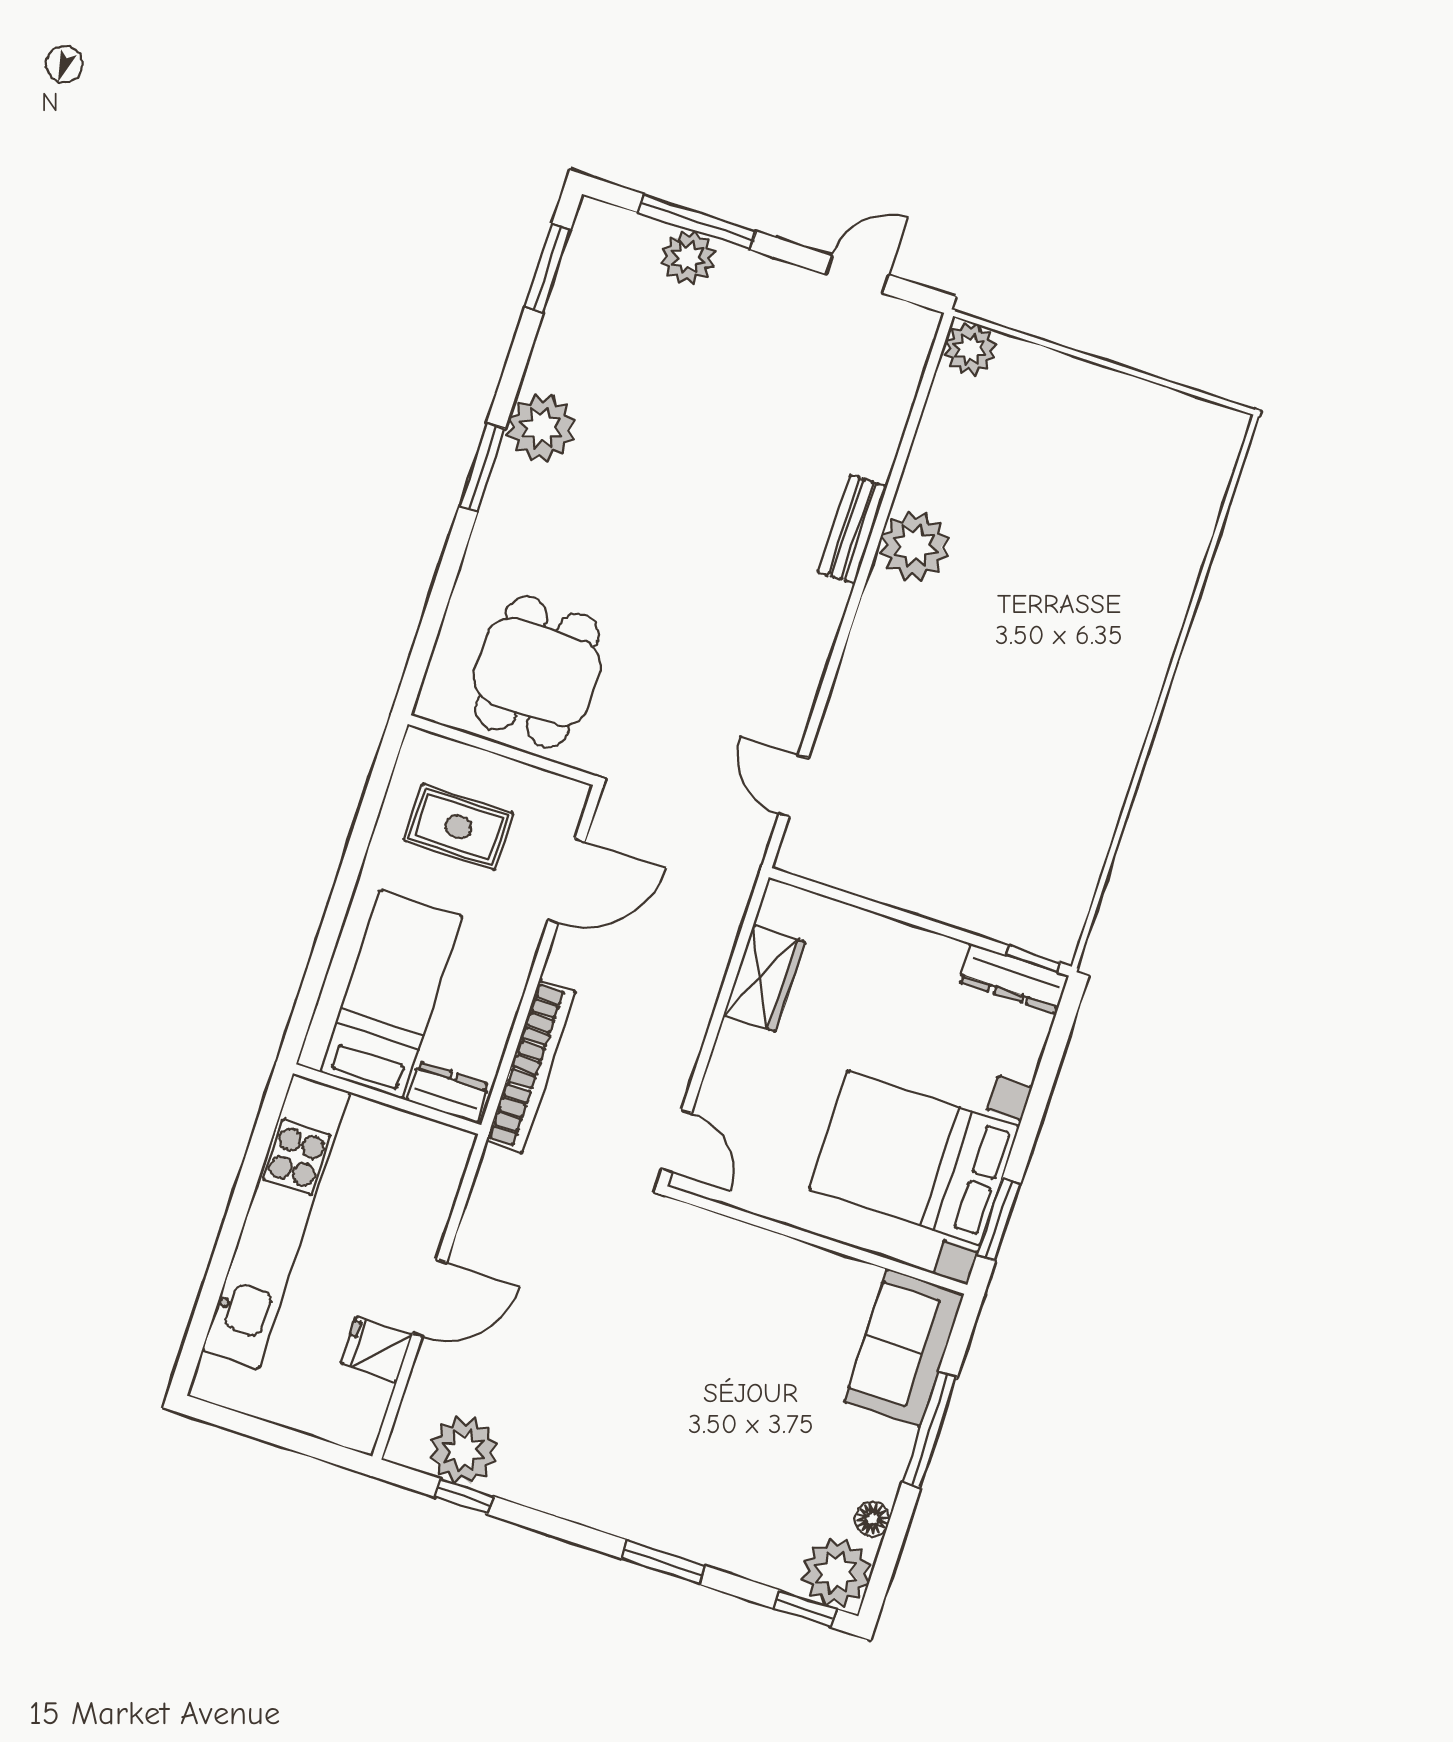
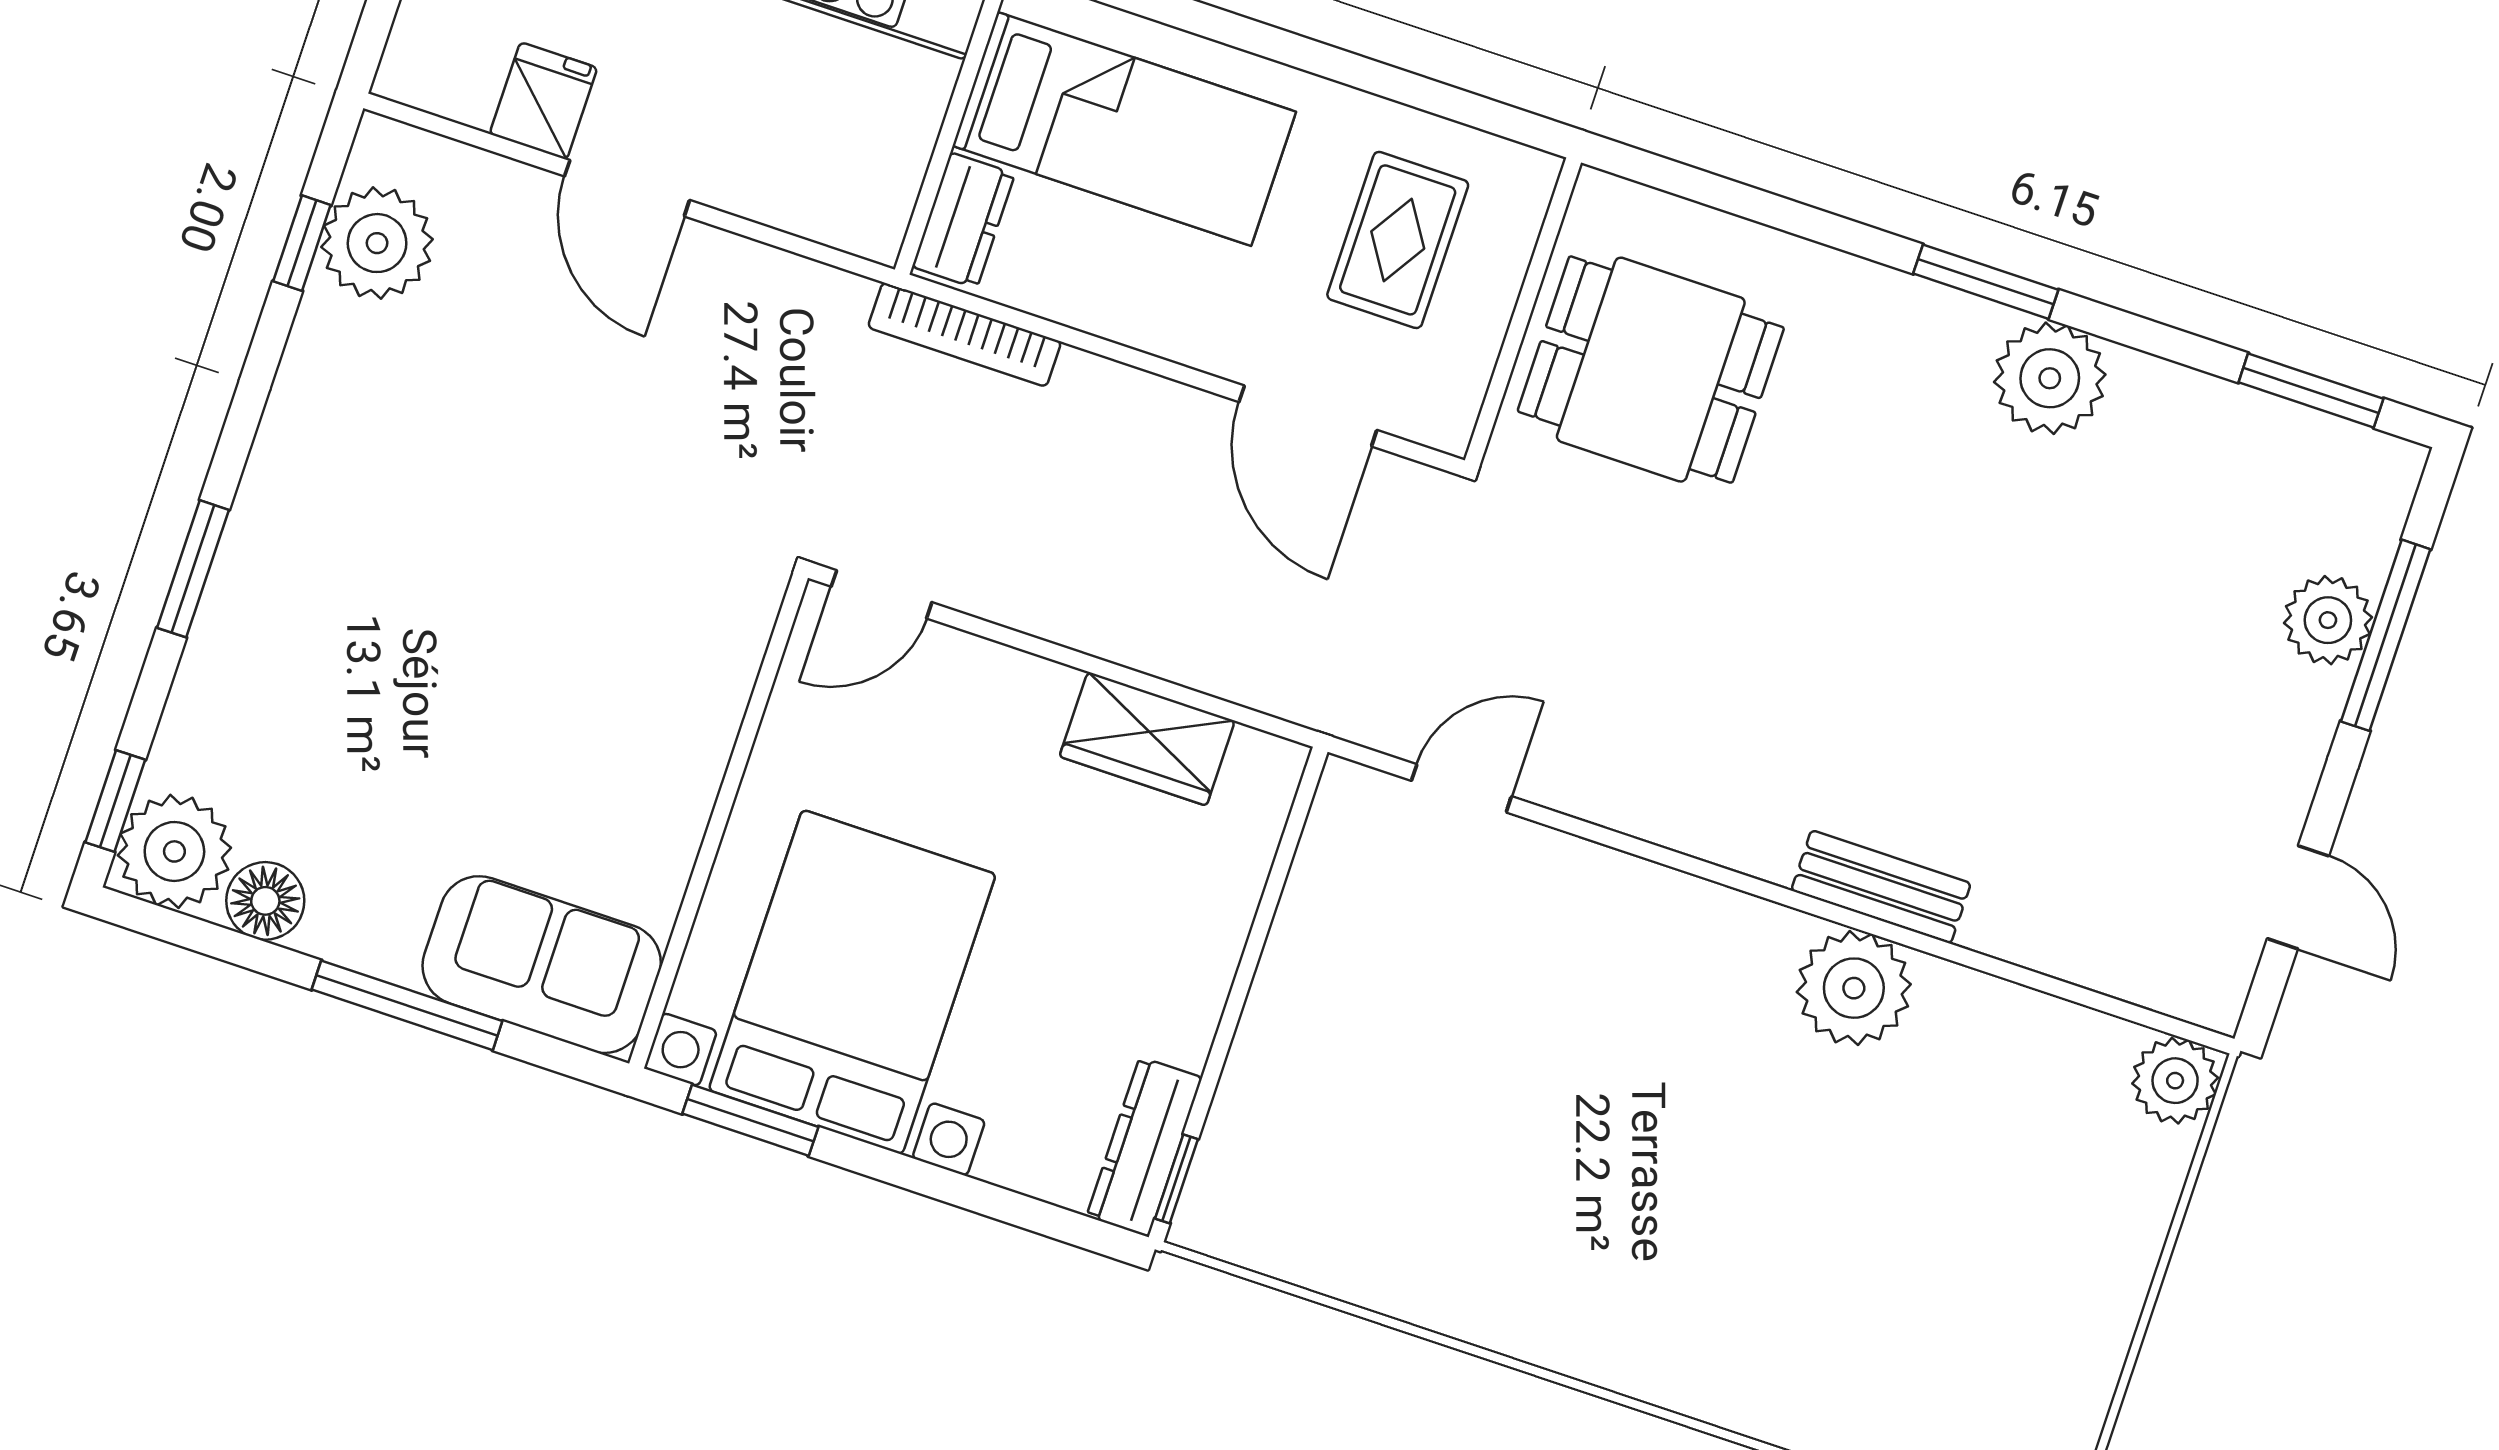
bookcase: (531, 1066) -> (964, 335), width x0.68, depth x0.76
floor lamp: (872, 1519) -> (265, 901), width x1.37, depth x1.37

